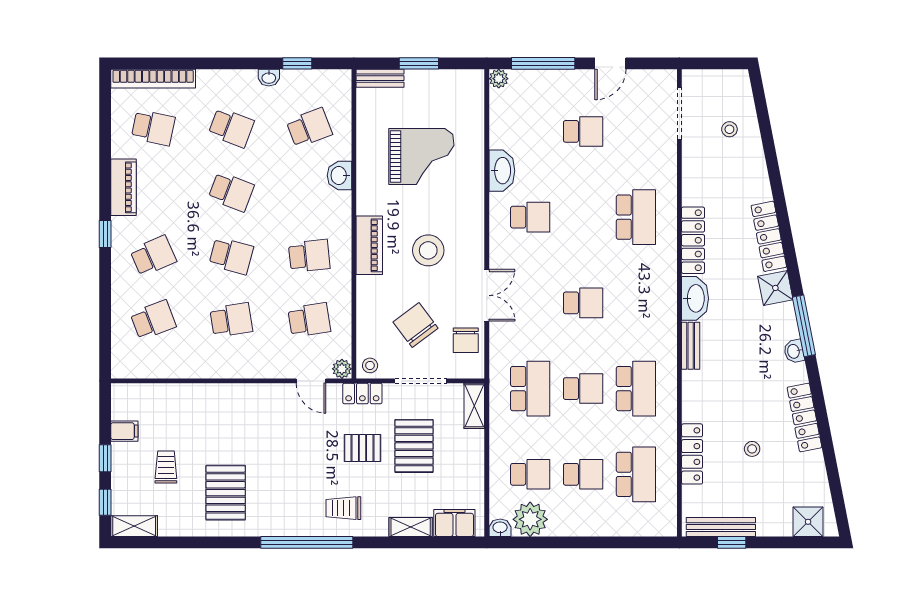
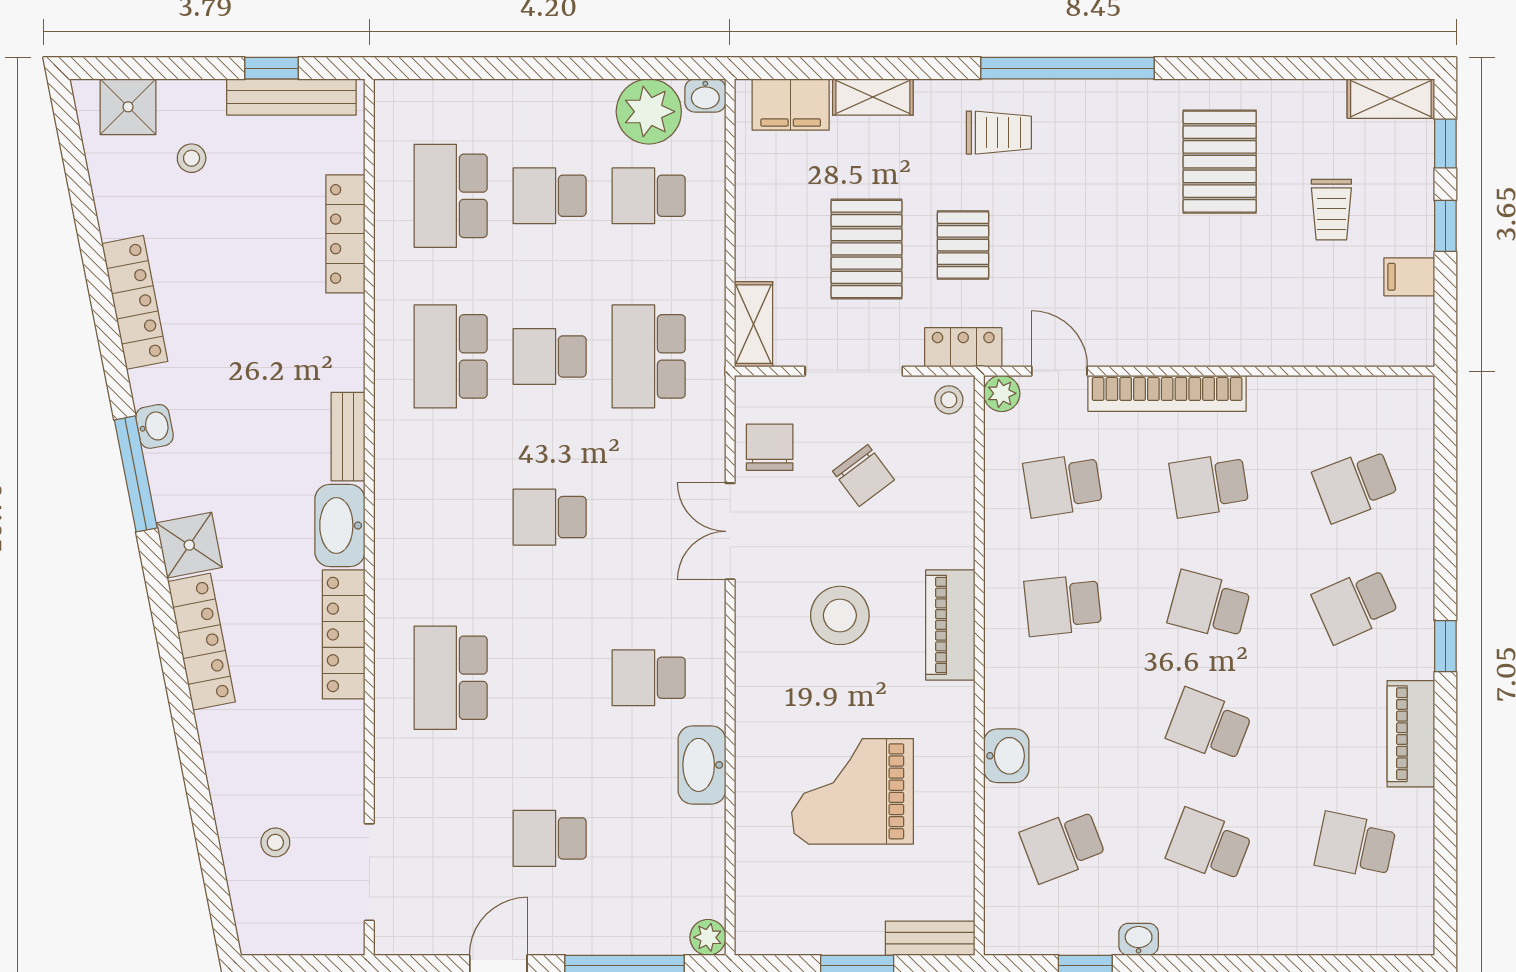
bookcase: (153, 79) -> (1167, 393), moved, turned 180
chair: (416, 325) -> (864, 475), width x0.73, depth x0.73
pallet: (363, 448) -> (963, 245), turned 90
stool: (752, 449) -> (192, 158), moved

